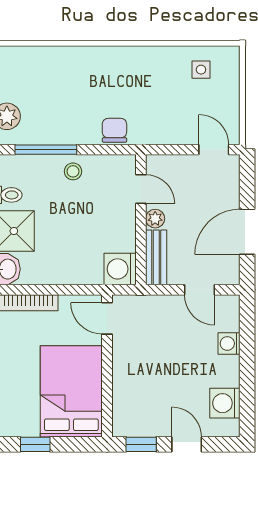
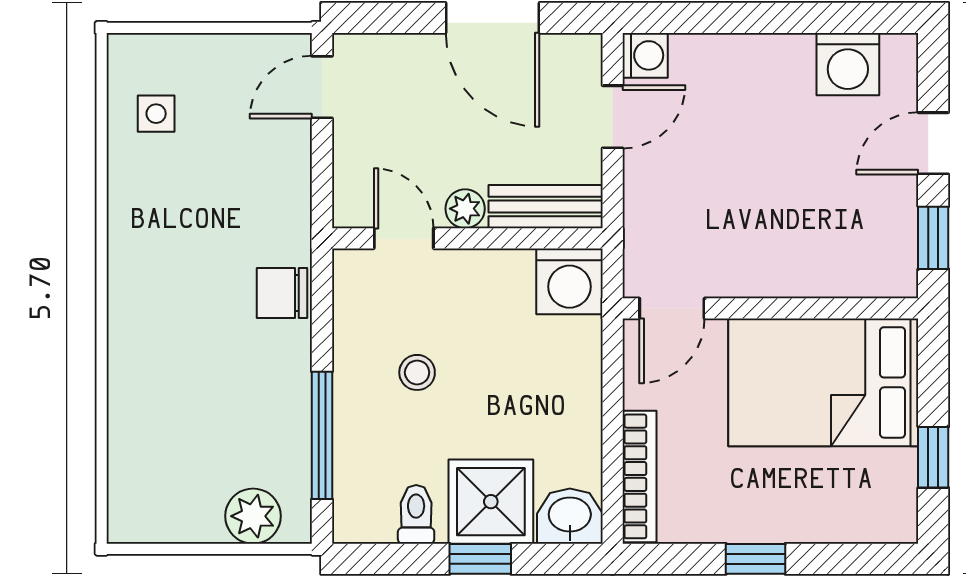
stool: (73, 171) -> (417, 372), moved
door: (141, 189) -> (404, 238), hinge flipped
washing machine: (229, 343) -> (645, 55), moved, turned -90

